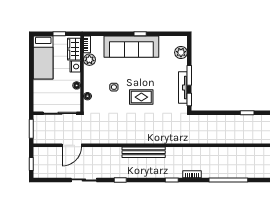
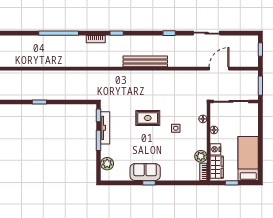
sofa: (131, 47) -> (145, 172), width x0.54, depth x0.79

